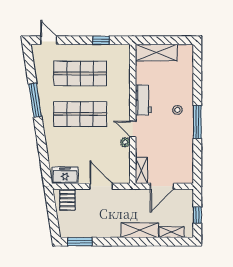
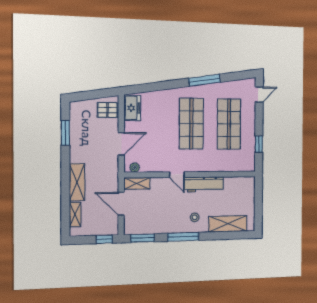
shelving: (156, 53) -> (228, 224), moved, turned 90
workbench: (143, 100) -> (204, 184), width x1.37
door: (133, 129) -> (177, 175), swing flipped
plant: (125, 142) -> (135, 167), moved
window: (197, 164) -> (143, 238), added
window: (197, 215) -> (104, 239), moved
window: (80, 242) -> (65, 133), moved

